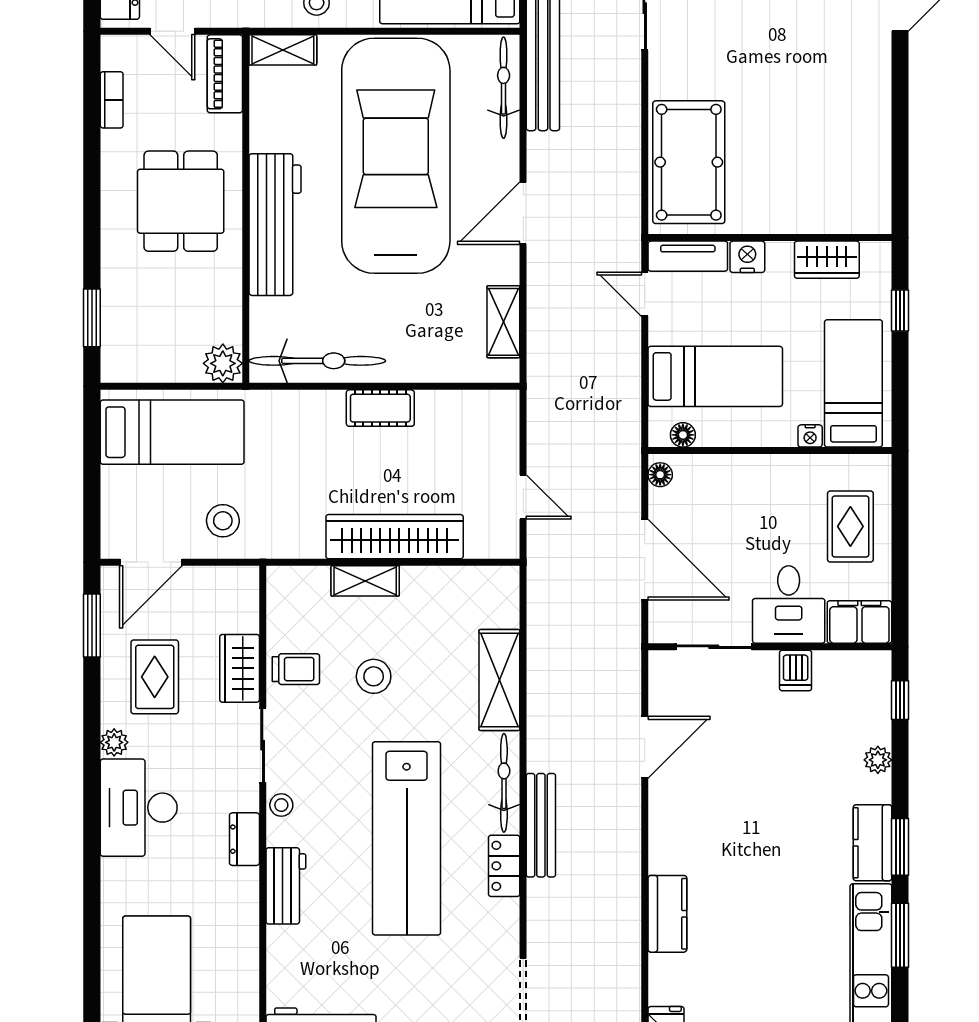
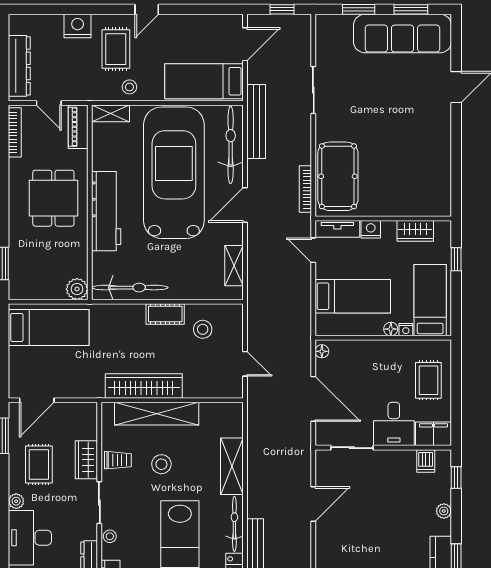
bicycle: (504, 88) -> (231, 145), width x1.37, depth x1.40
bookcase: (112, 100) -> (15, 132), width x1.56
bookcase: (631, 185) -> (305, 189), added
floor lamp: (683, 435) -> (391, 329), moved
stool: (223, 521) -> (203, 329), moved
wardrobe: (395, 537) -> (144, 386), moved
shelving: (365, 581) -> (157, 414), width x2.20, depth x1.33
dishwasher: (796, 671) -> (426, 461), moved

